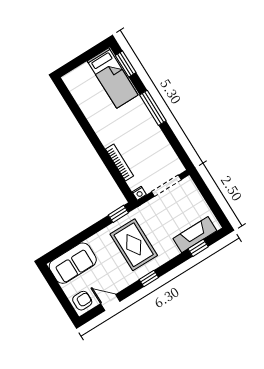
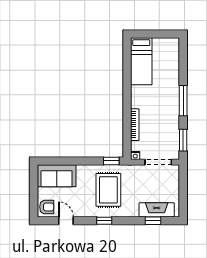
window: (126, 64) -> (183, 140), moved
bed: (113, 78) -> (141, 61), moved

